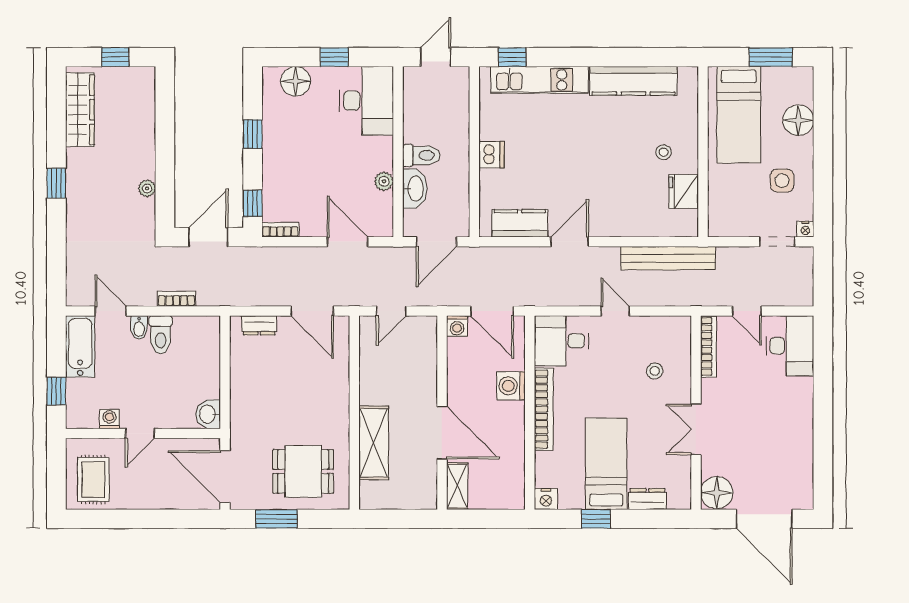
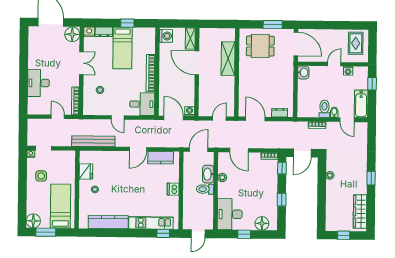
floor lamp: (798, 120) -> (33, 221), moved
desk: (790, 346) -> (38, 83), moved
washing machine: (511, 386) -> (166, 36), moved
nightstand: (546, 499) -> (89, 32), moved

